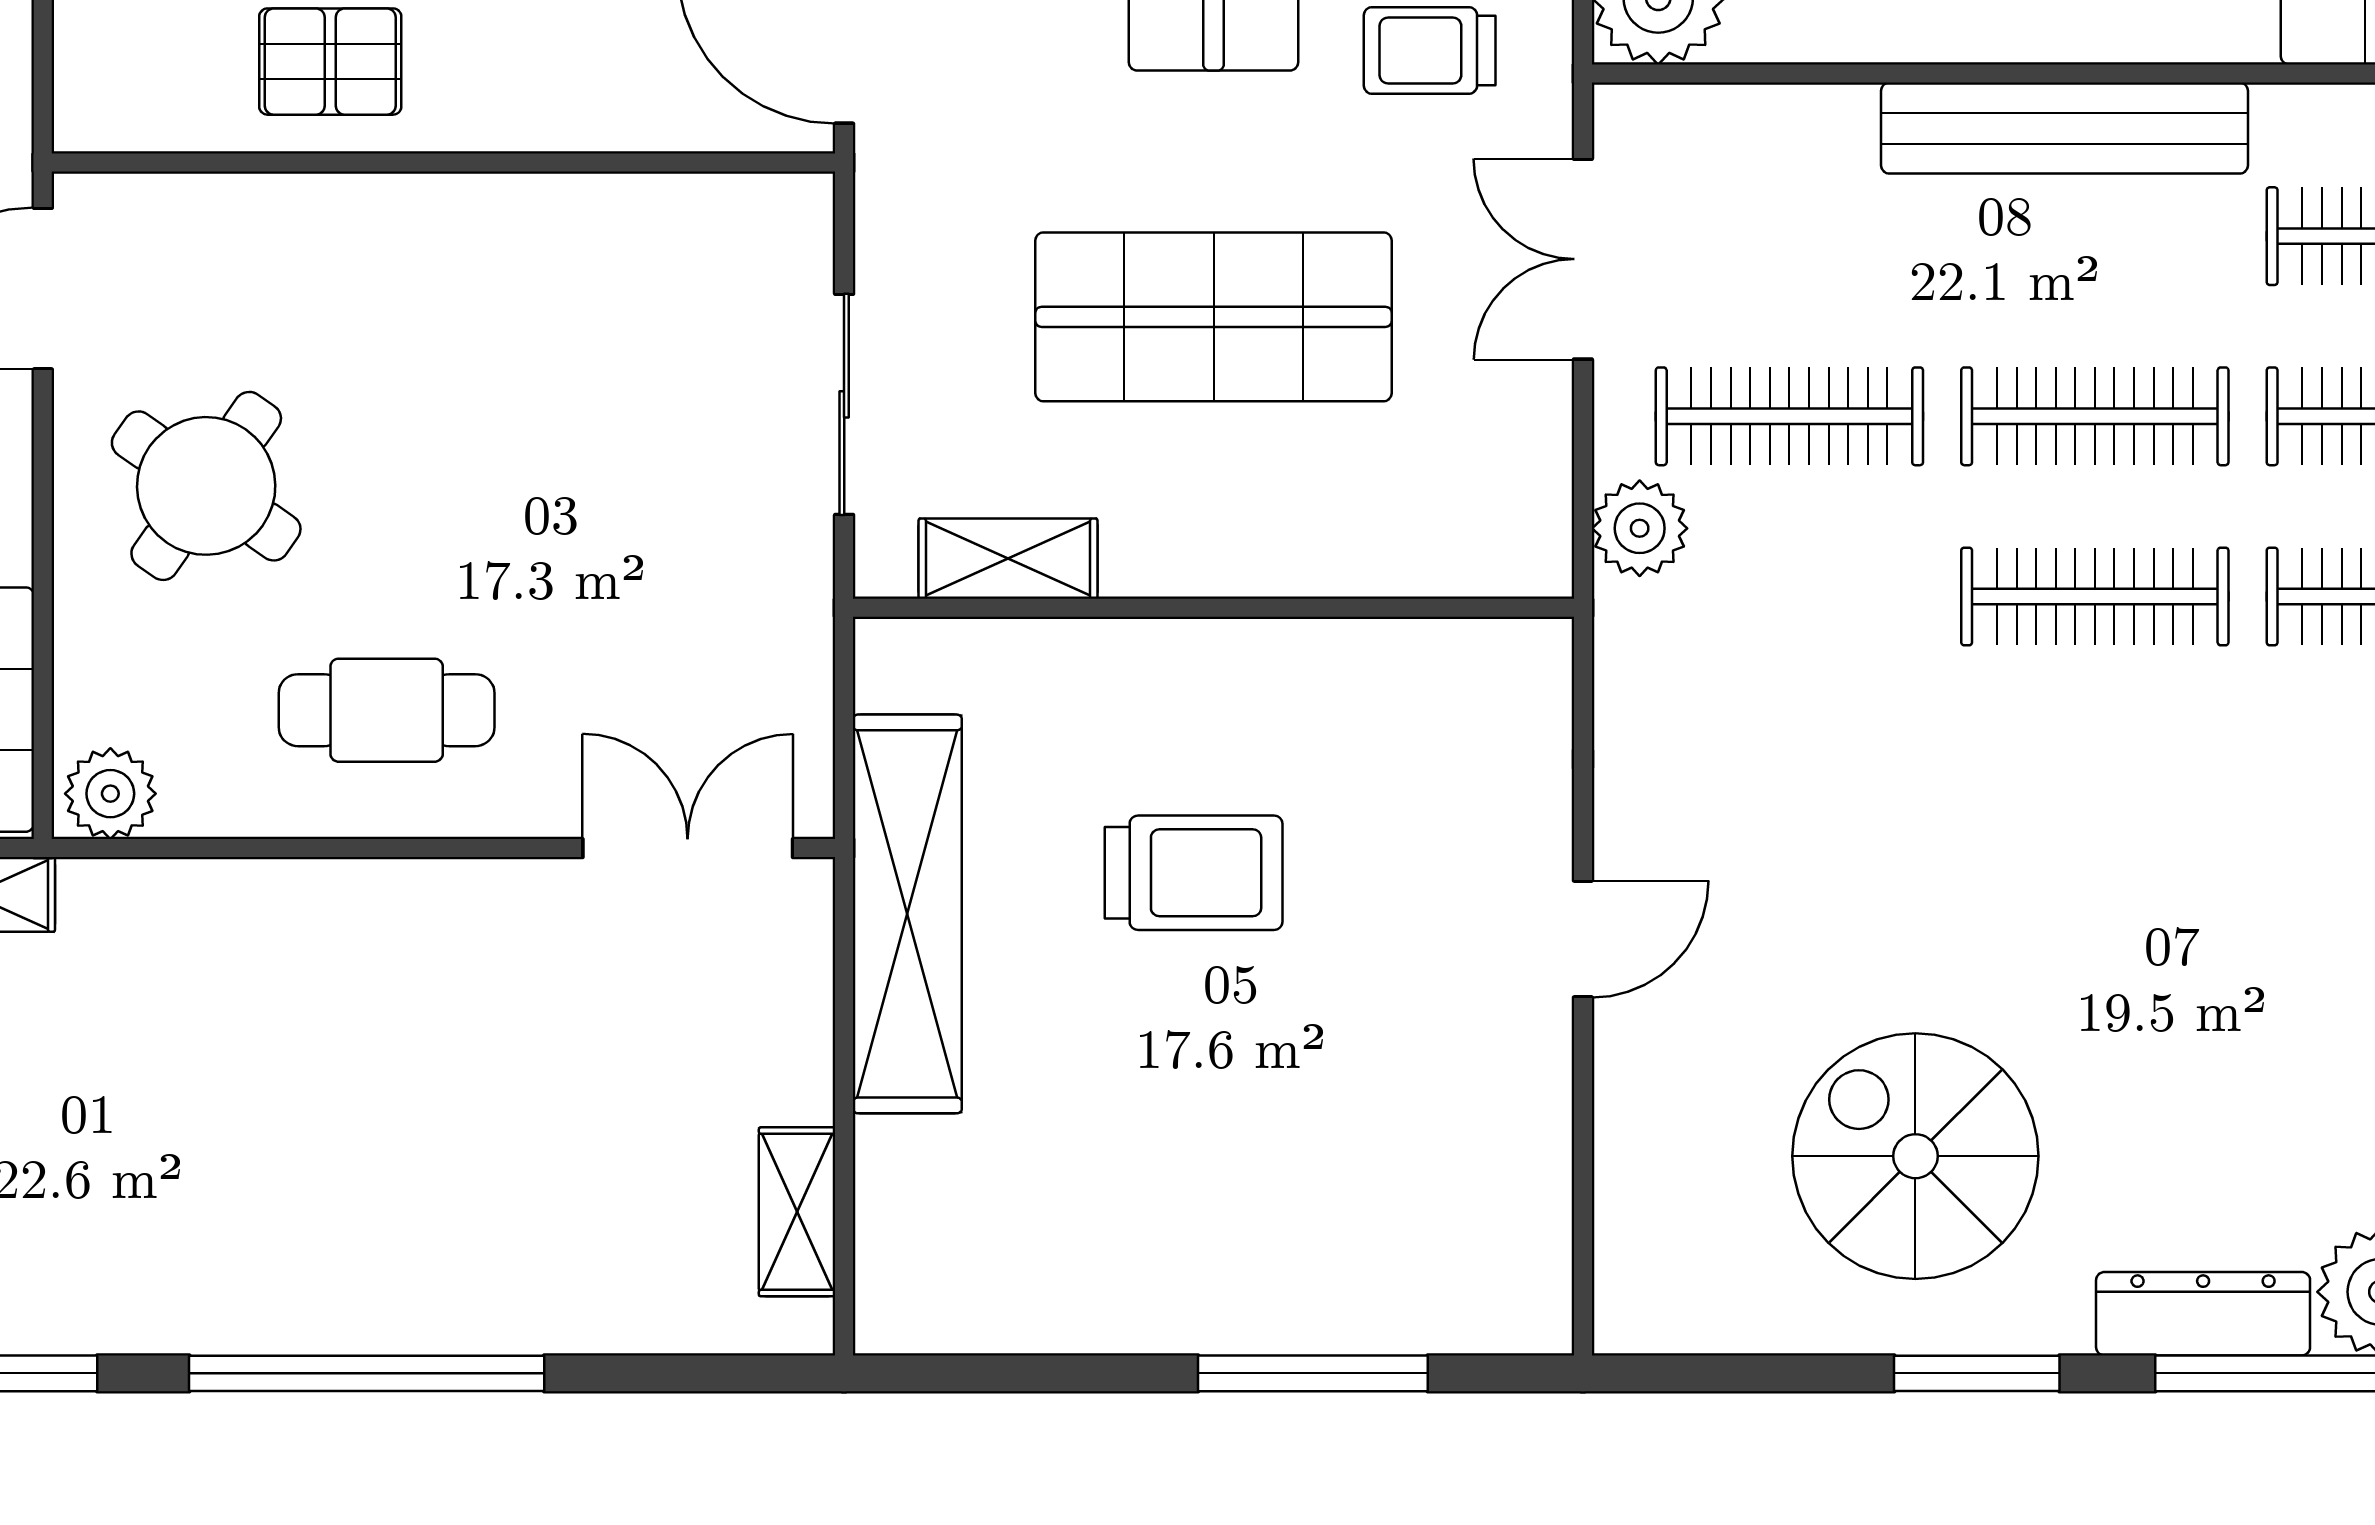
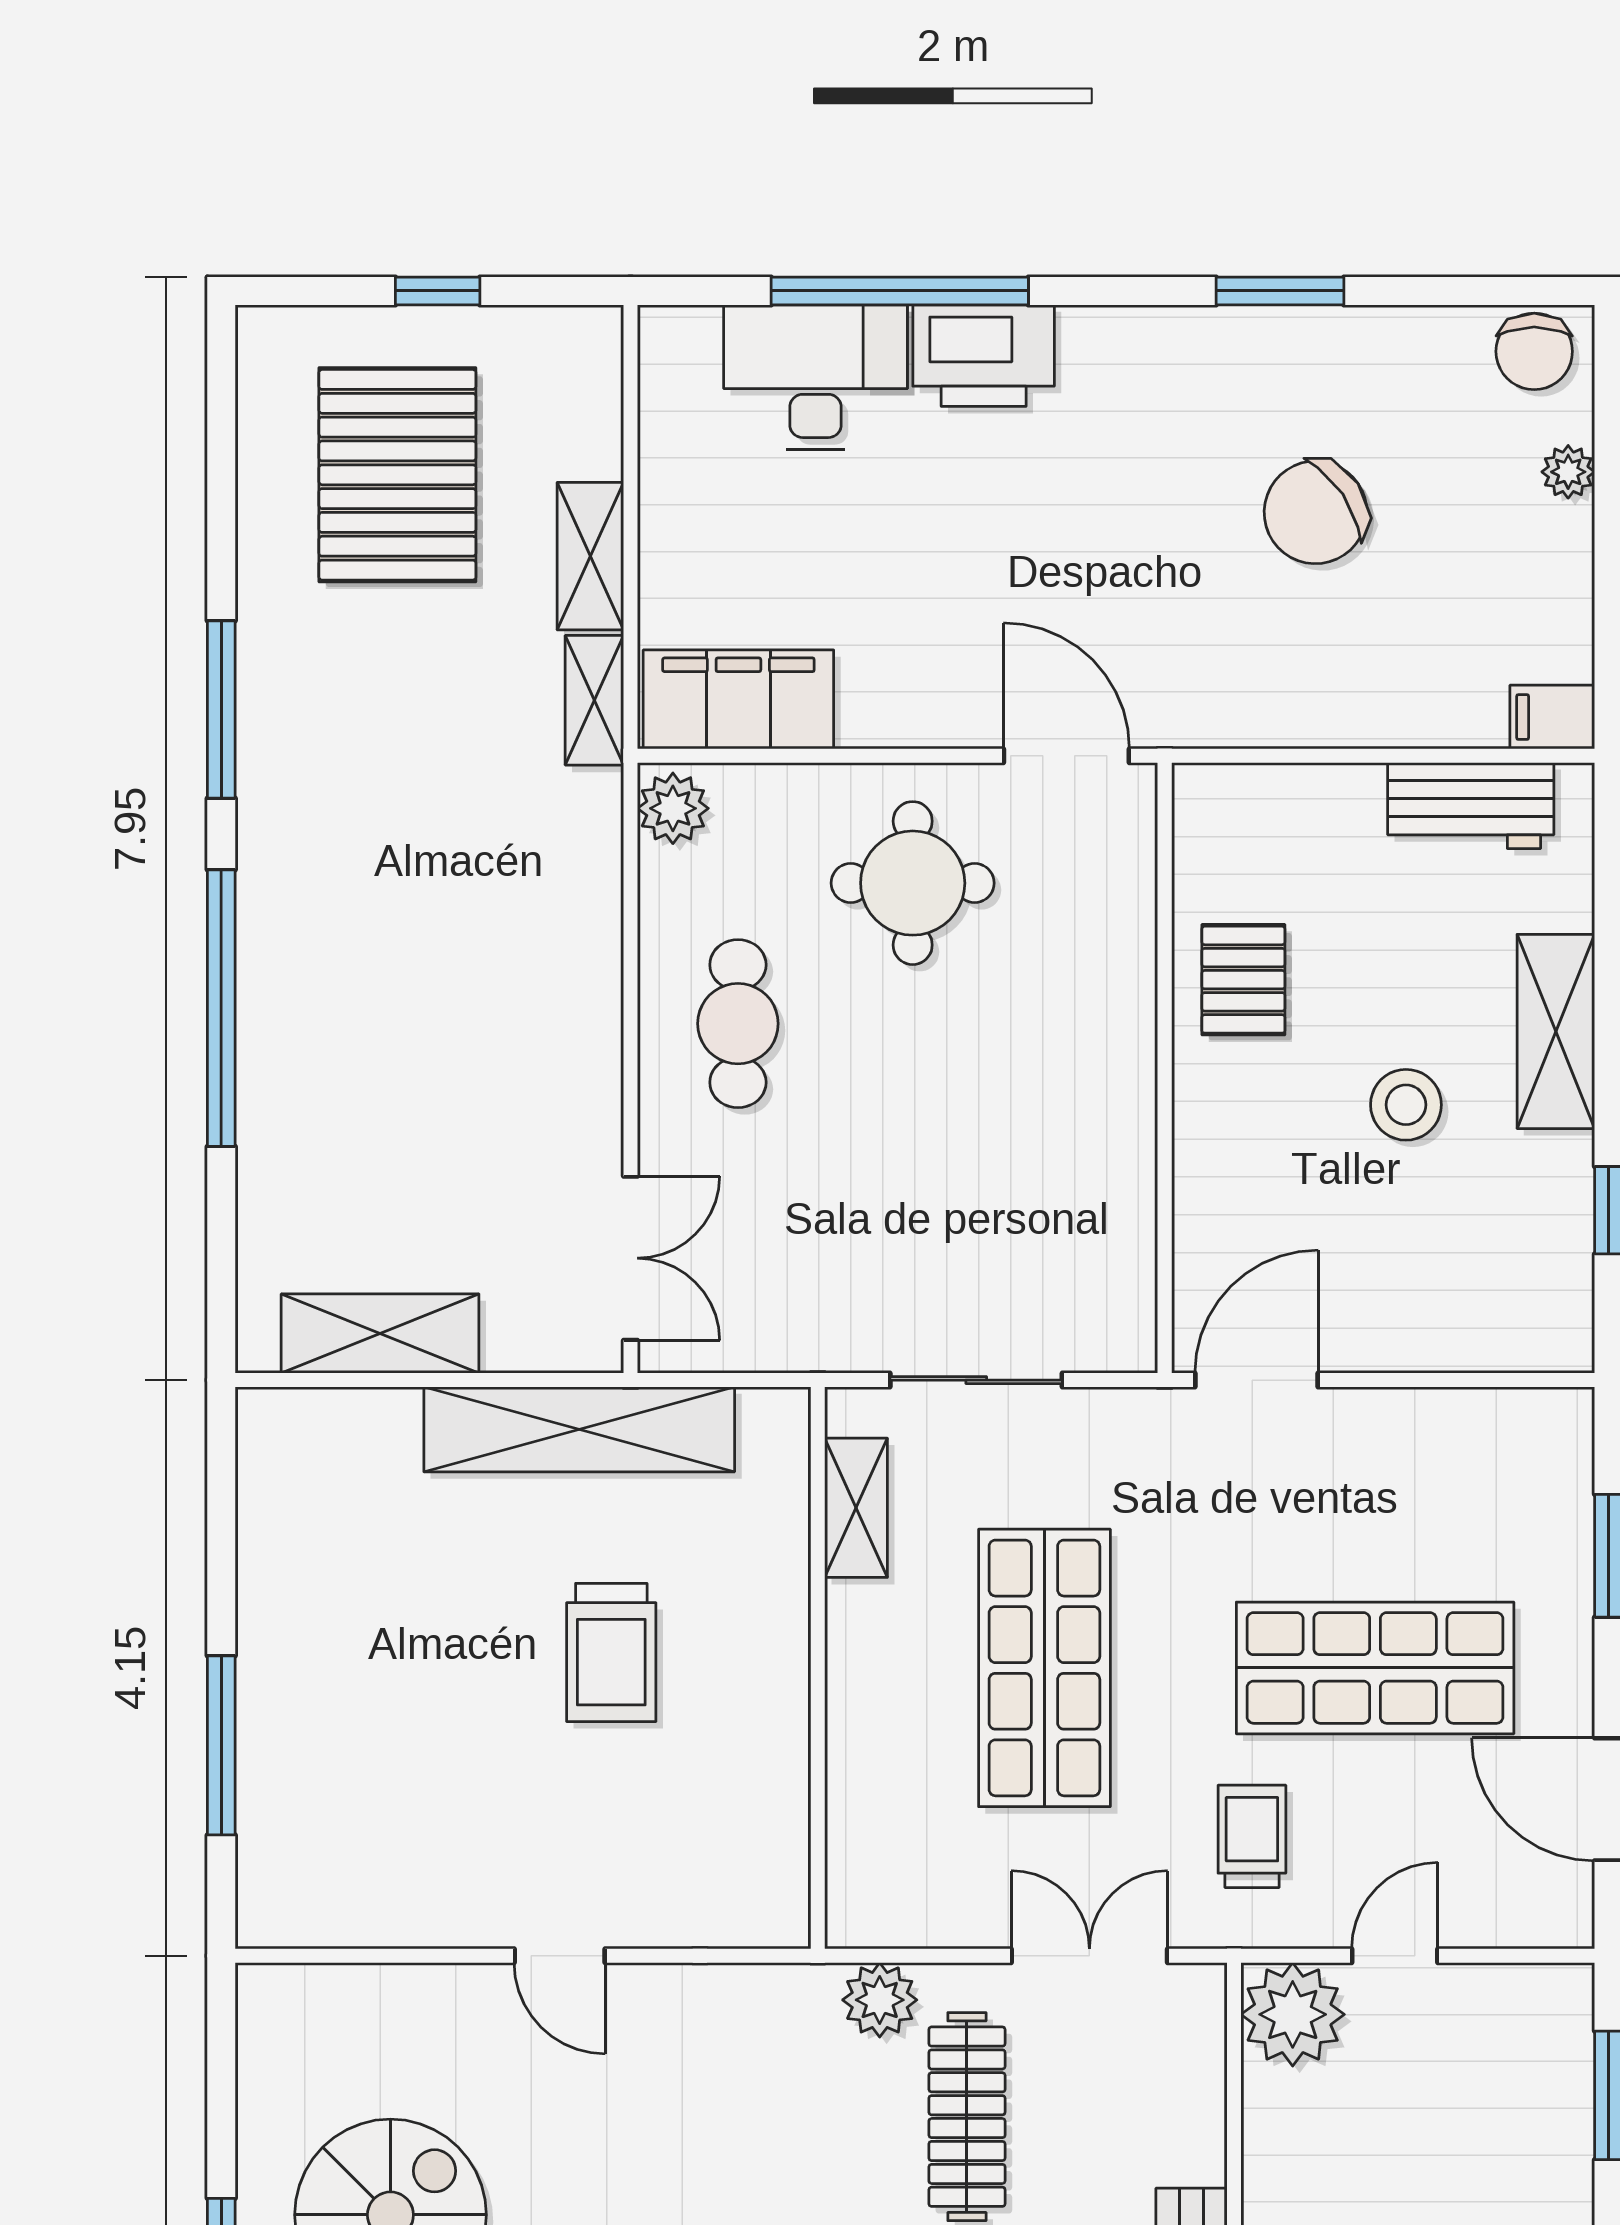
round table: (206, 486) -> (913, 883), turned -35
shelving: (797, 1212) -> (380, 1334), width x1.50, depth x1.33

